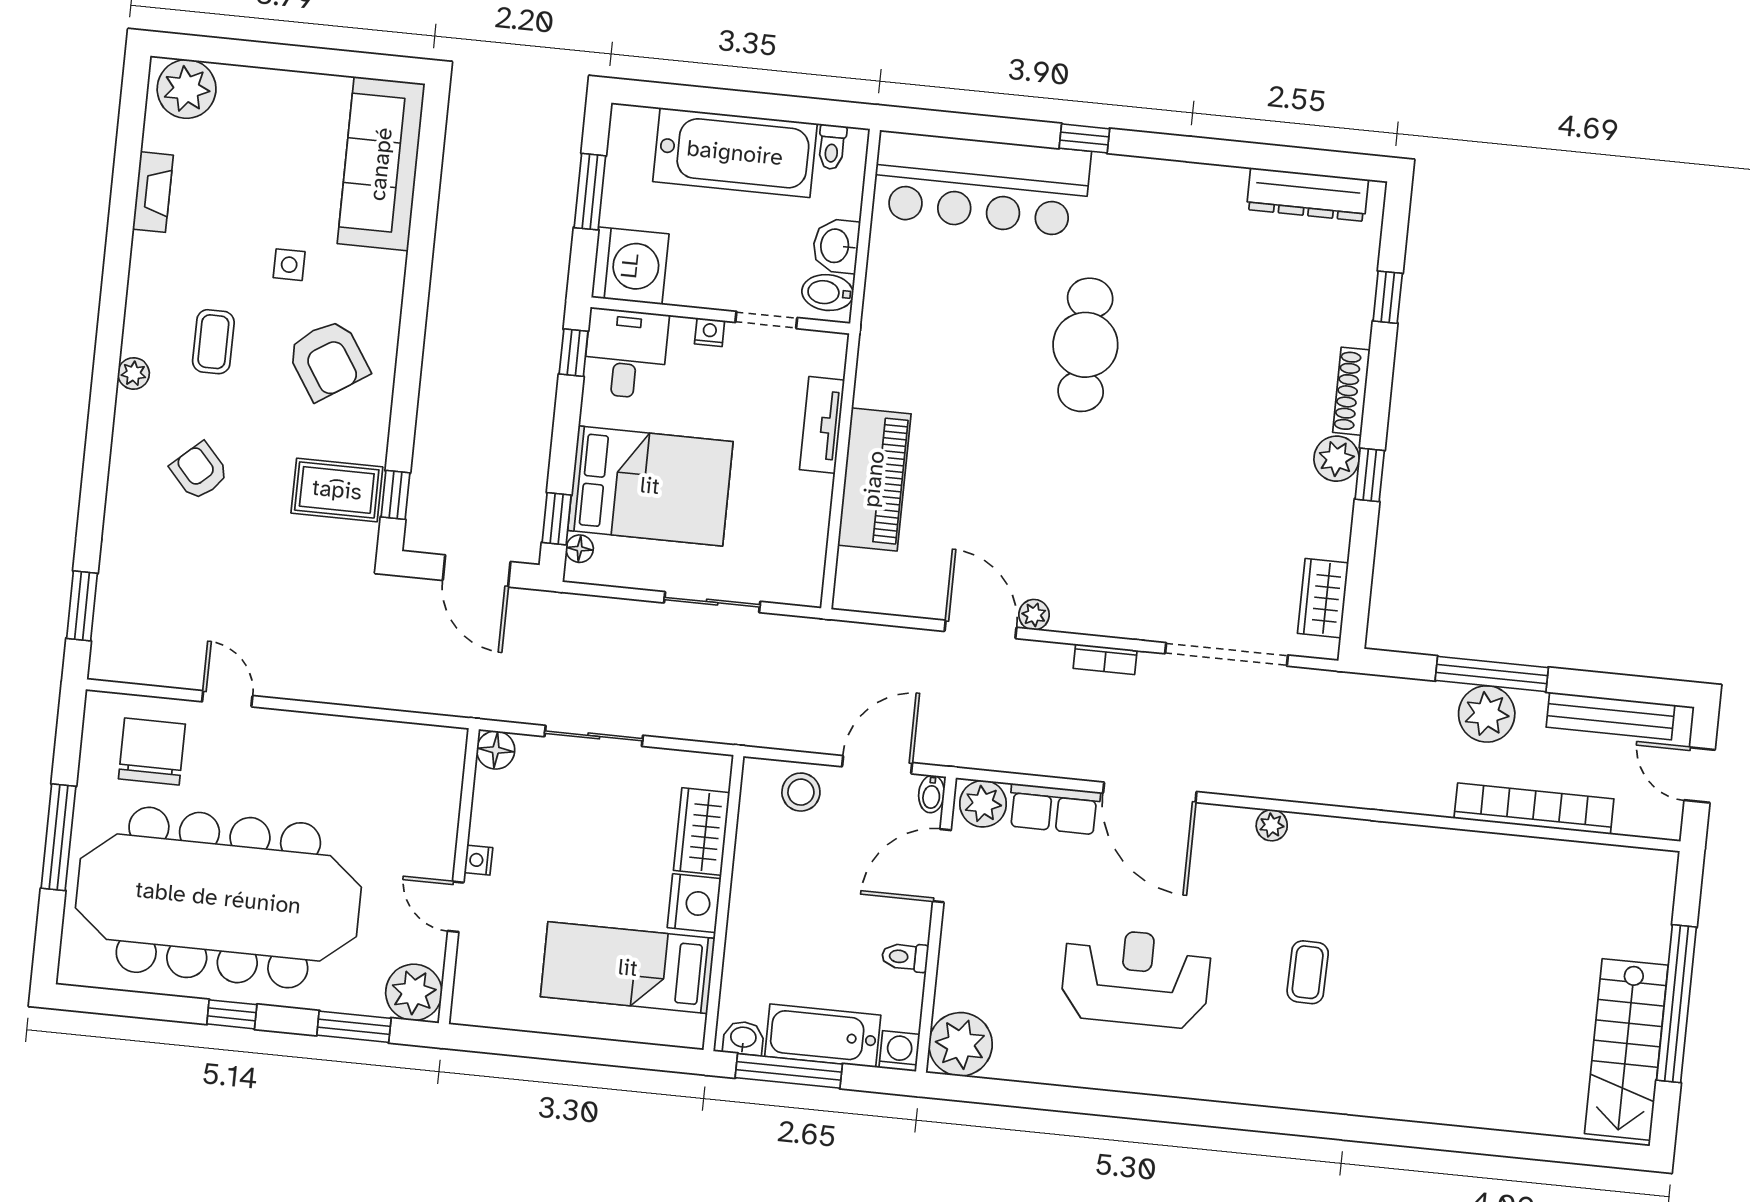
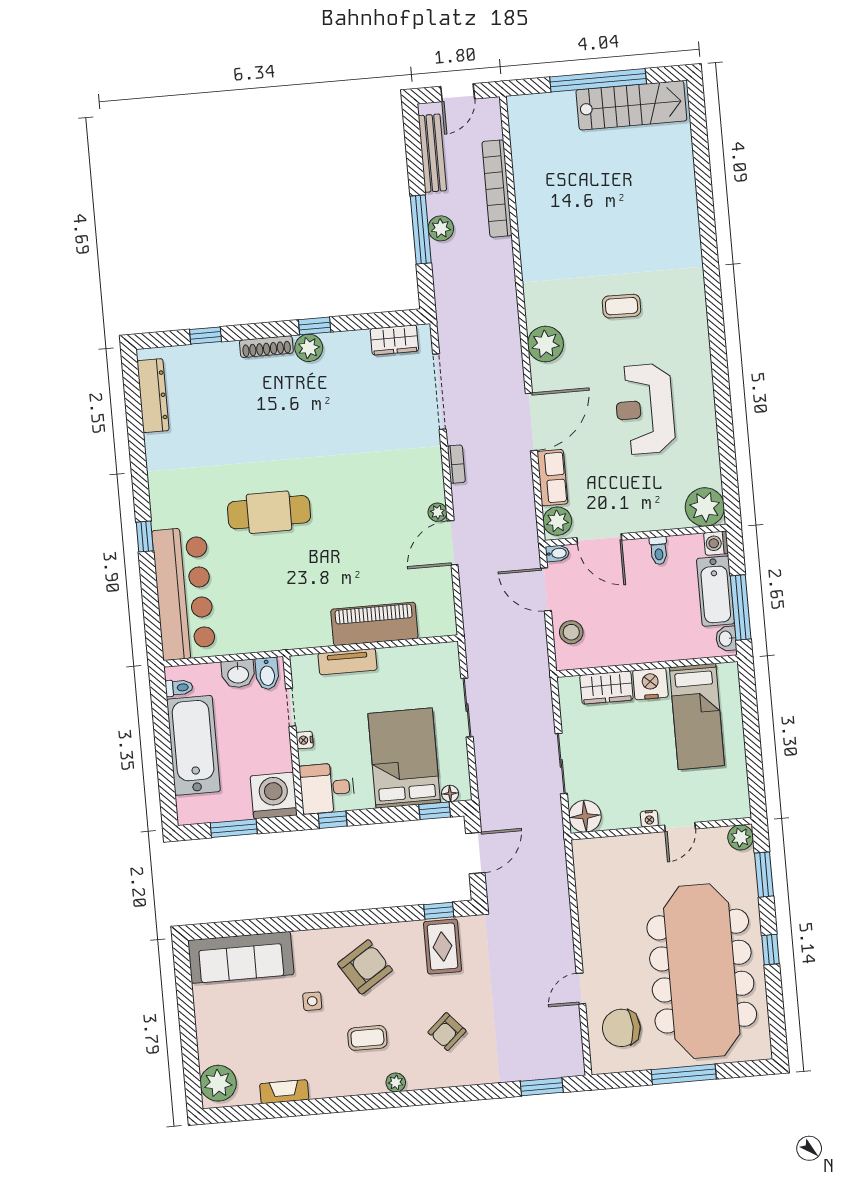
plant: (1487, 714) -> (441, 228), width x0.73, depth x0.73
floor lamp: (496, 750) -> (585, 816), width x1.38, depth x1.38
plant: (1272, 825) -> (545, 344), width x1.87, depth x1.87
plant: (414, 992) -> (741, 837), width x0.73, depth x0.73

